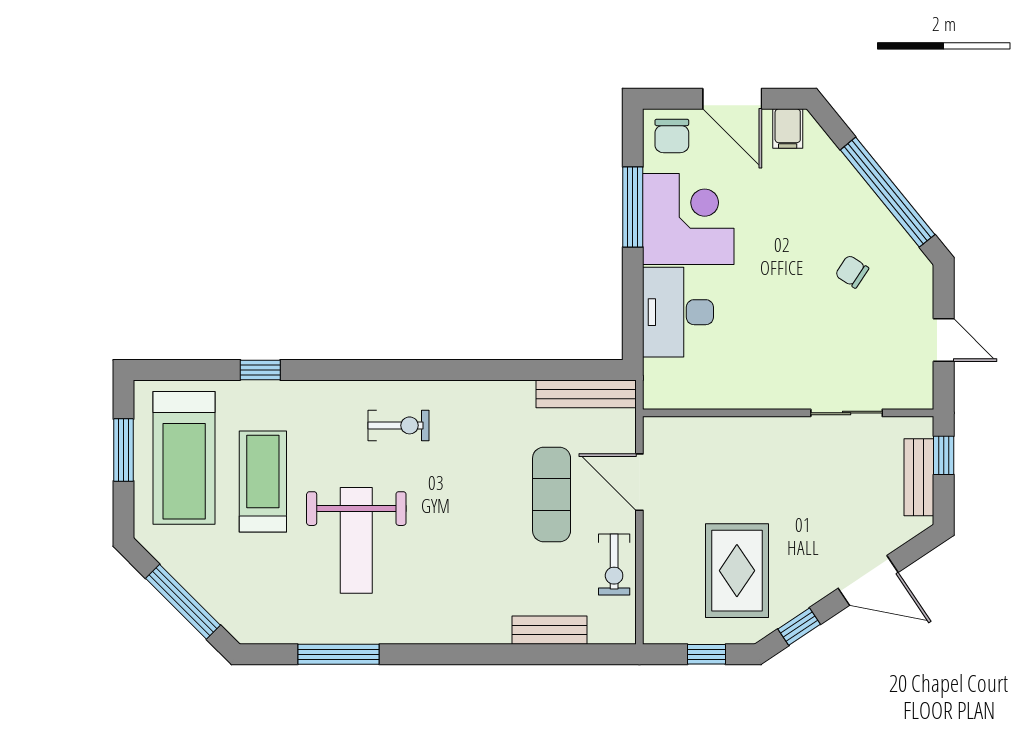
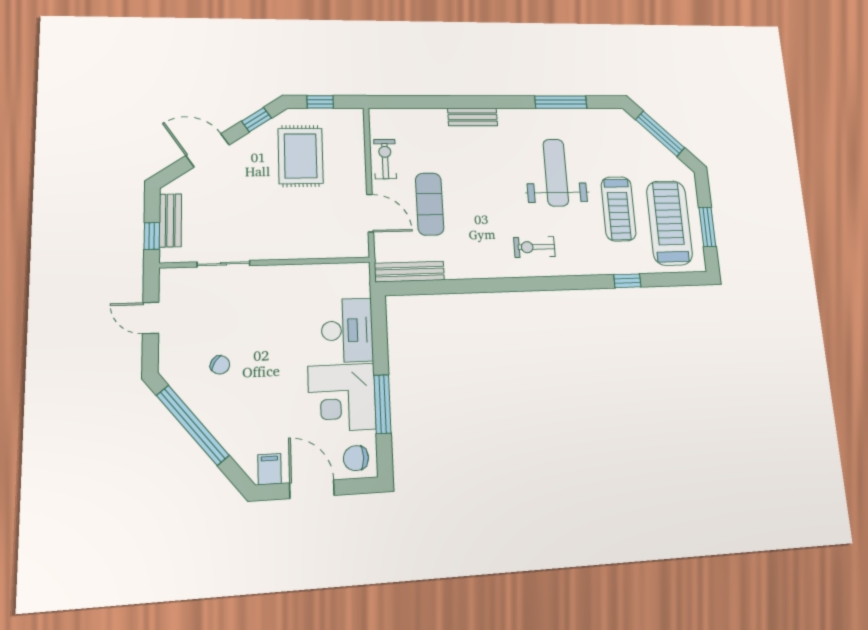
chair: (672, 136) -> (356, 458), turned -90
bench: (550, 630) -> (473, 117), moved

